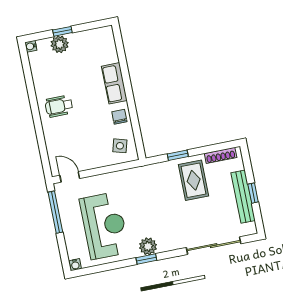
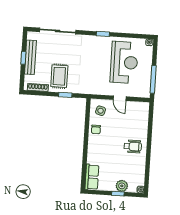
row of seats: (114, 83) -> (92, 177), moved
door: (70, 177) -> (120, 98), moved
reception desk: (104, 226) -> (124, 62), turned 180
plant: (148, 246) -> (100, 42), removed

